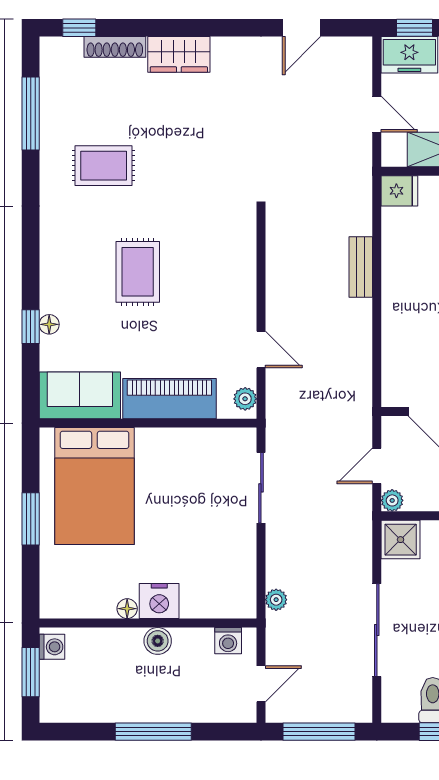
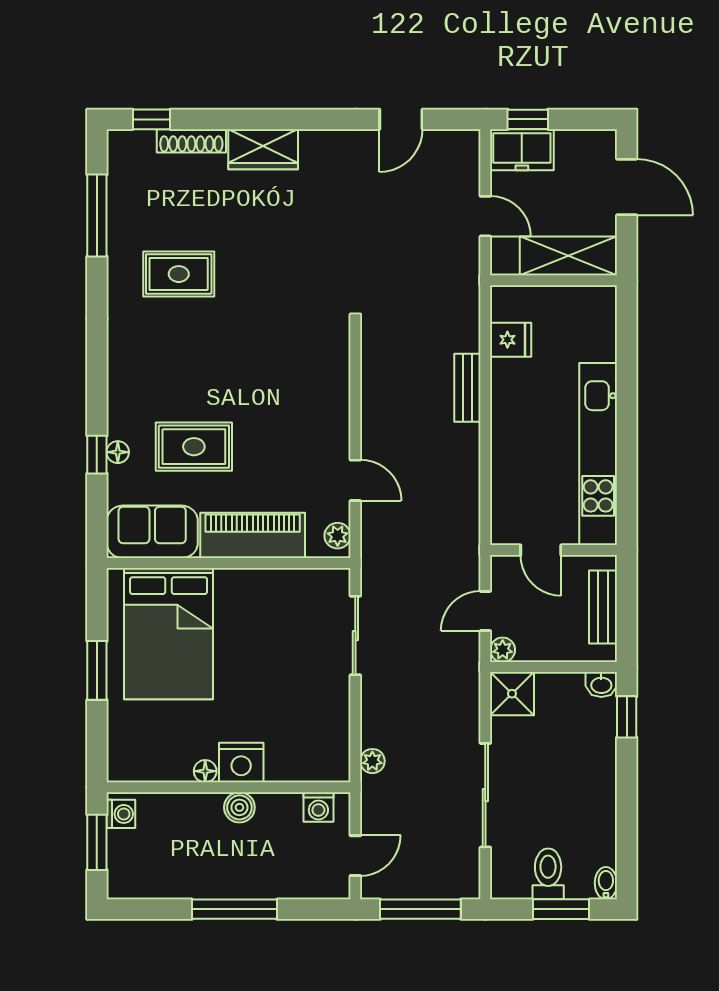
fridge: (399, 191) -> (511, 340), moved
rug: (138, 272) -> (194, 447), moved, turned 90

